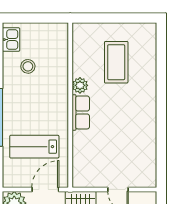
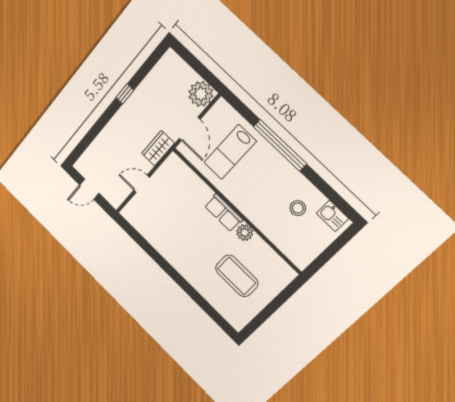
lab bench: (34, 147) -> (230, 152), turned 180

